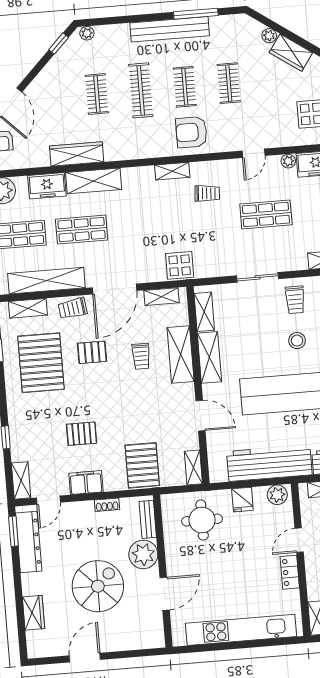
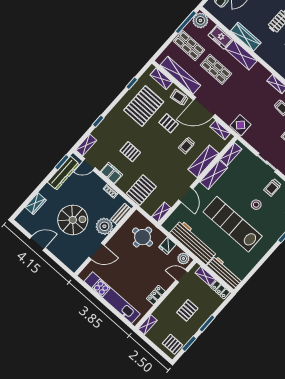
door: (299, 540) -> (182, 276), moved

